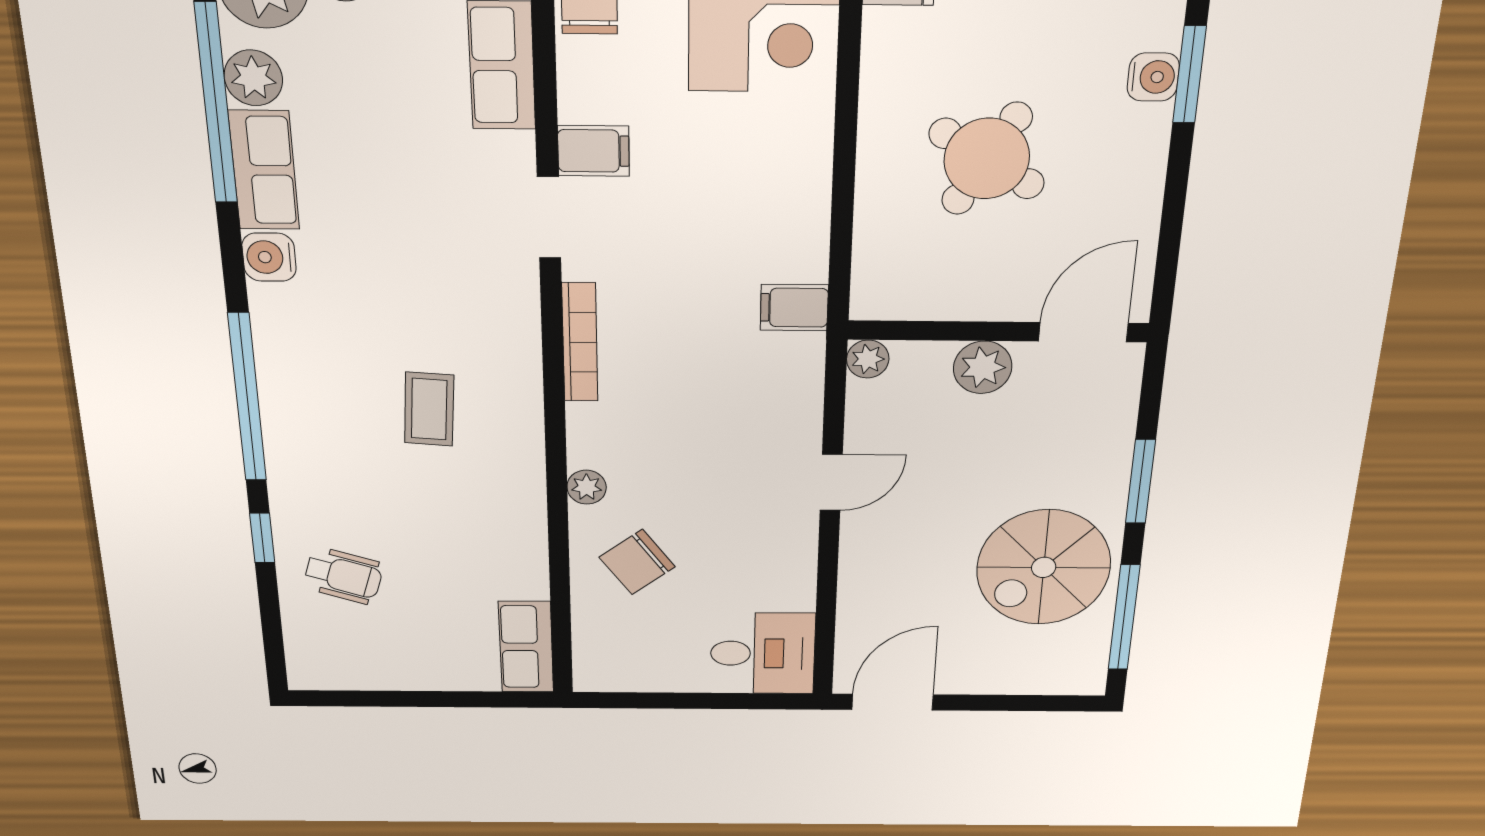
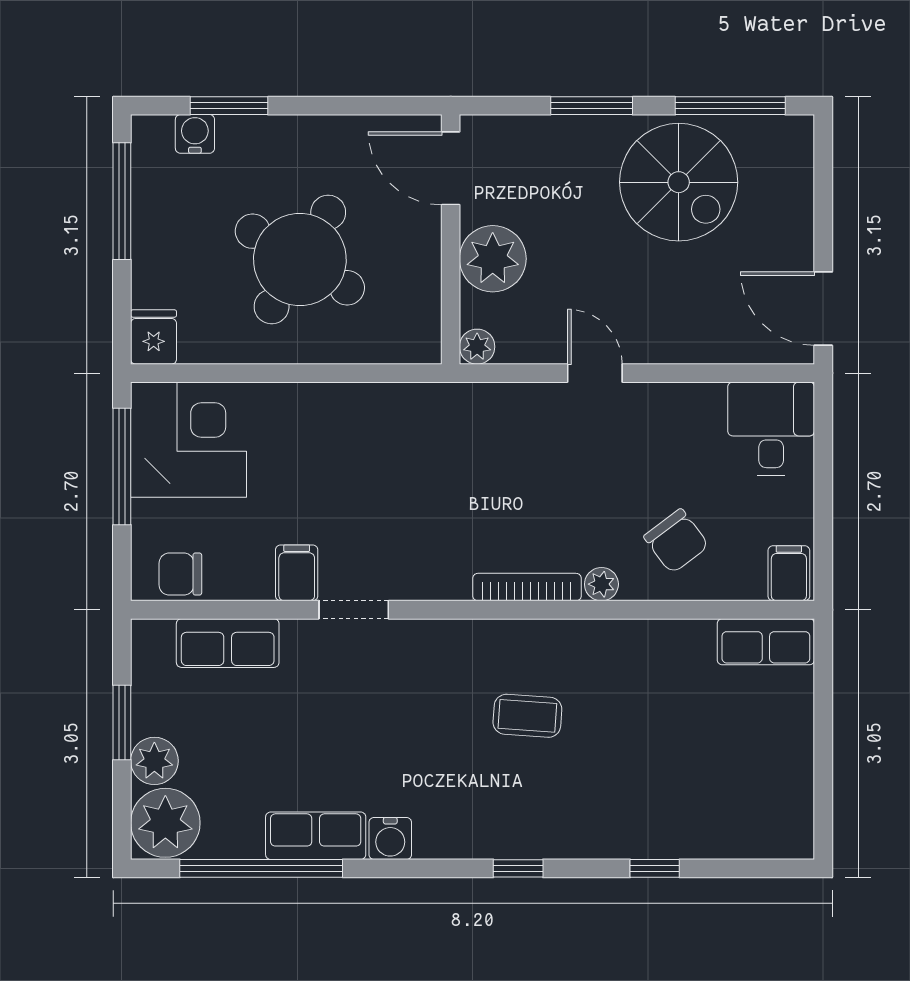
water cooler: (1153, 77) -> (195, 134), moved
plant: (253, 78) -> (240, 837), removed
round table: (987, 159) -> (300, 259), width x1.36, depth x1.36
filing cabinet: (794, 308) -> (789, 573), moved, turned 180
bookcase: (580, 342) -> (527, 587), moved
plant: (983, 367) -> (493, 259), width x1.36, depth x1.36
window: (247, 398) -> (518, 868), width x0.32
wheelchair: (343, 576) -> (692, 800), removed

